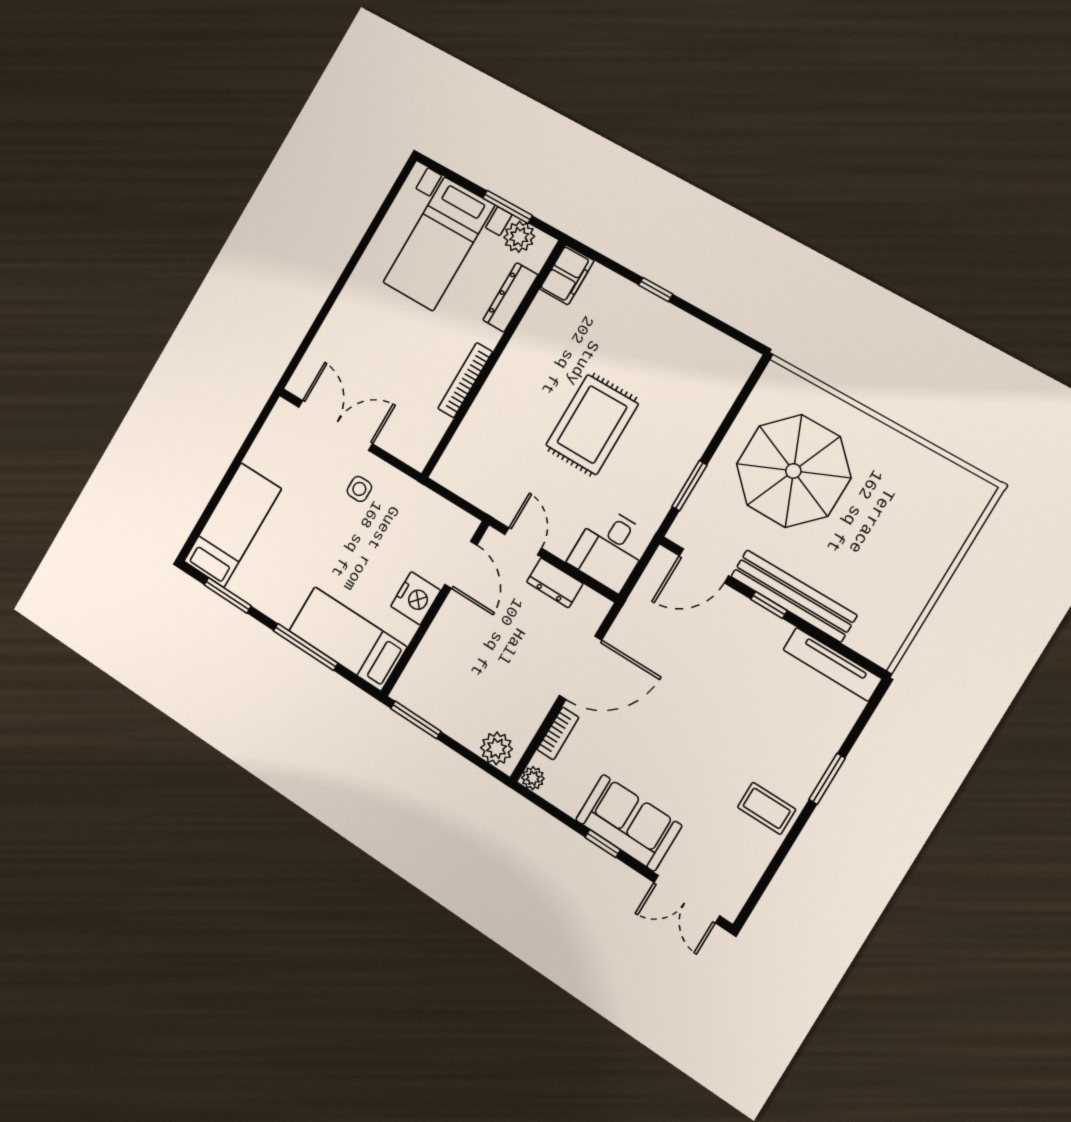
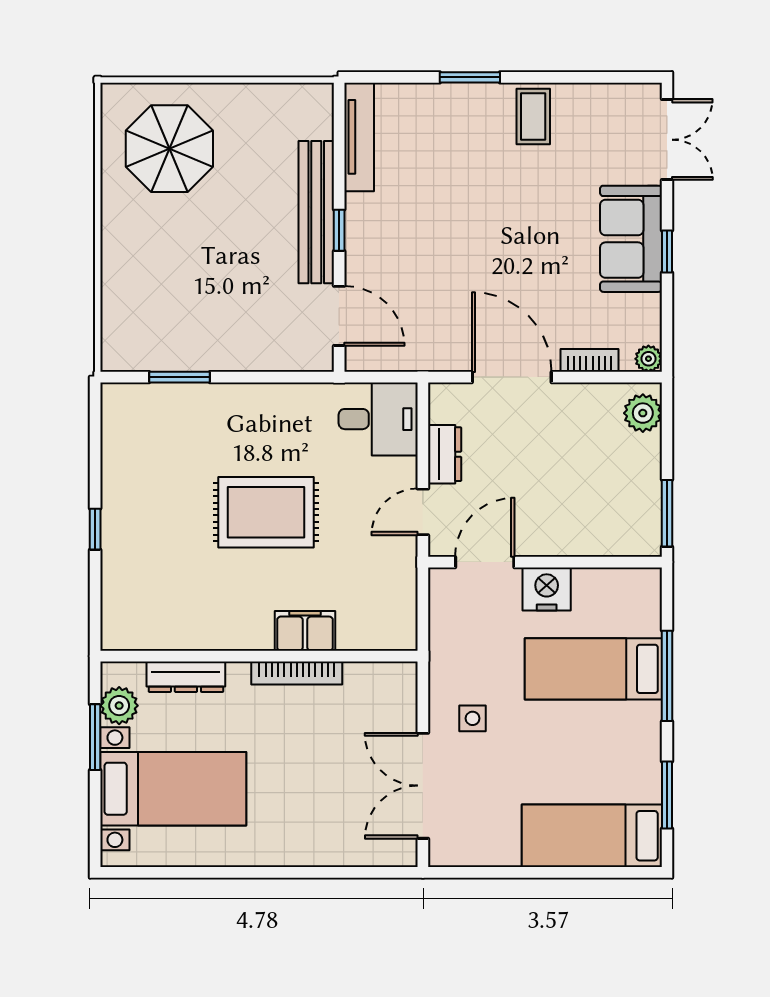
filing cabinet: (567, 275) -> (305, 631), moved
parasol: (793, 471) -> (169, 149), moved, width x0.73, depth x0.73
window: (689, 486) -> (179, 377), moved
bed: (348, 639) -> (593, 669), moved, turned 90

